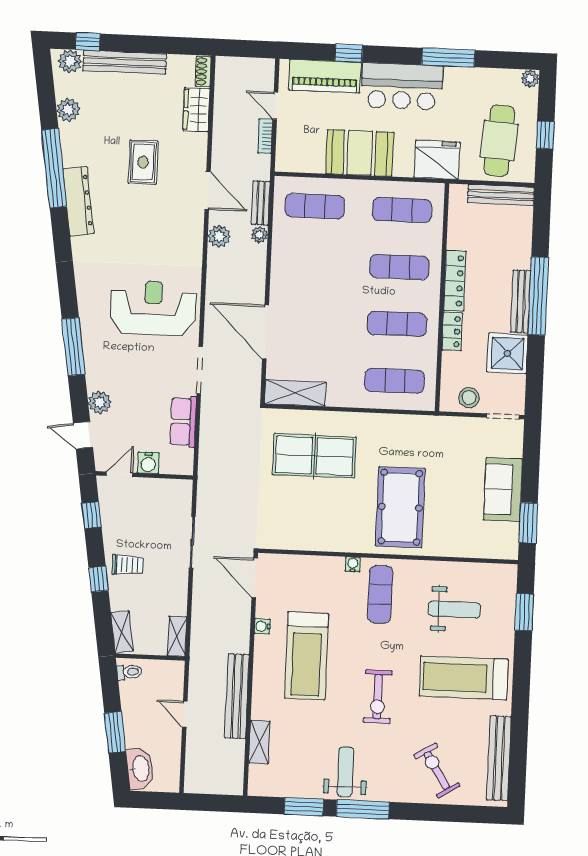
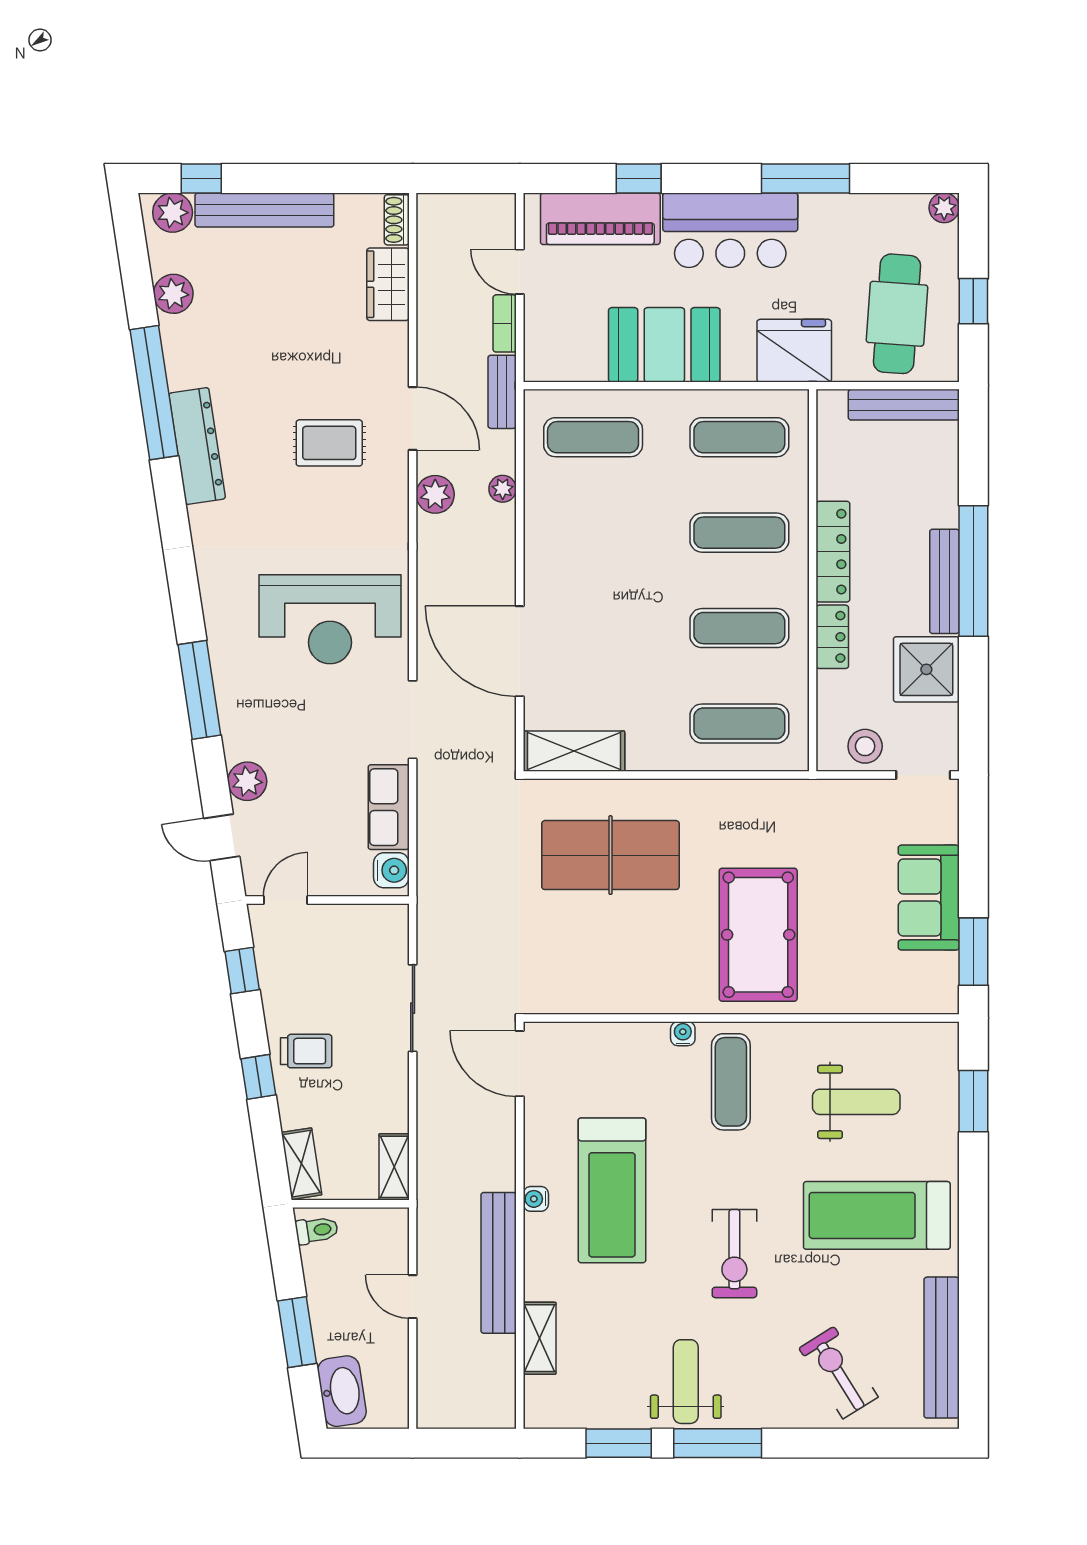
rug: (143, 162) -> (329, 443), moved, turned 90
bench: (261, 203) -> (502, 392), moved
reception desk: (153, 308) -> (330, 619), turned 180
water cooler: (148, 463) -> (391, 870), moved, turned -90
water cooler: (262, 626) -> (536, 1199), moved

